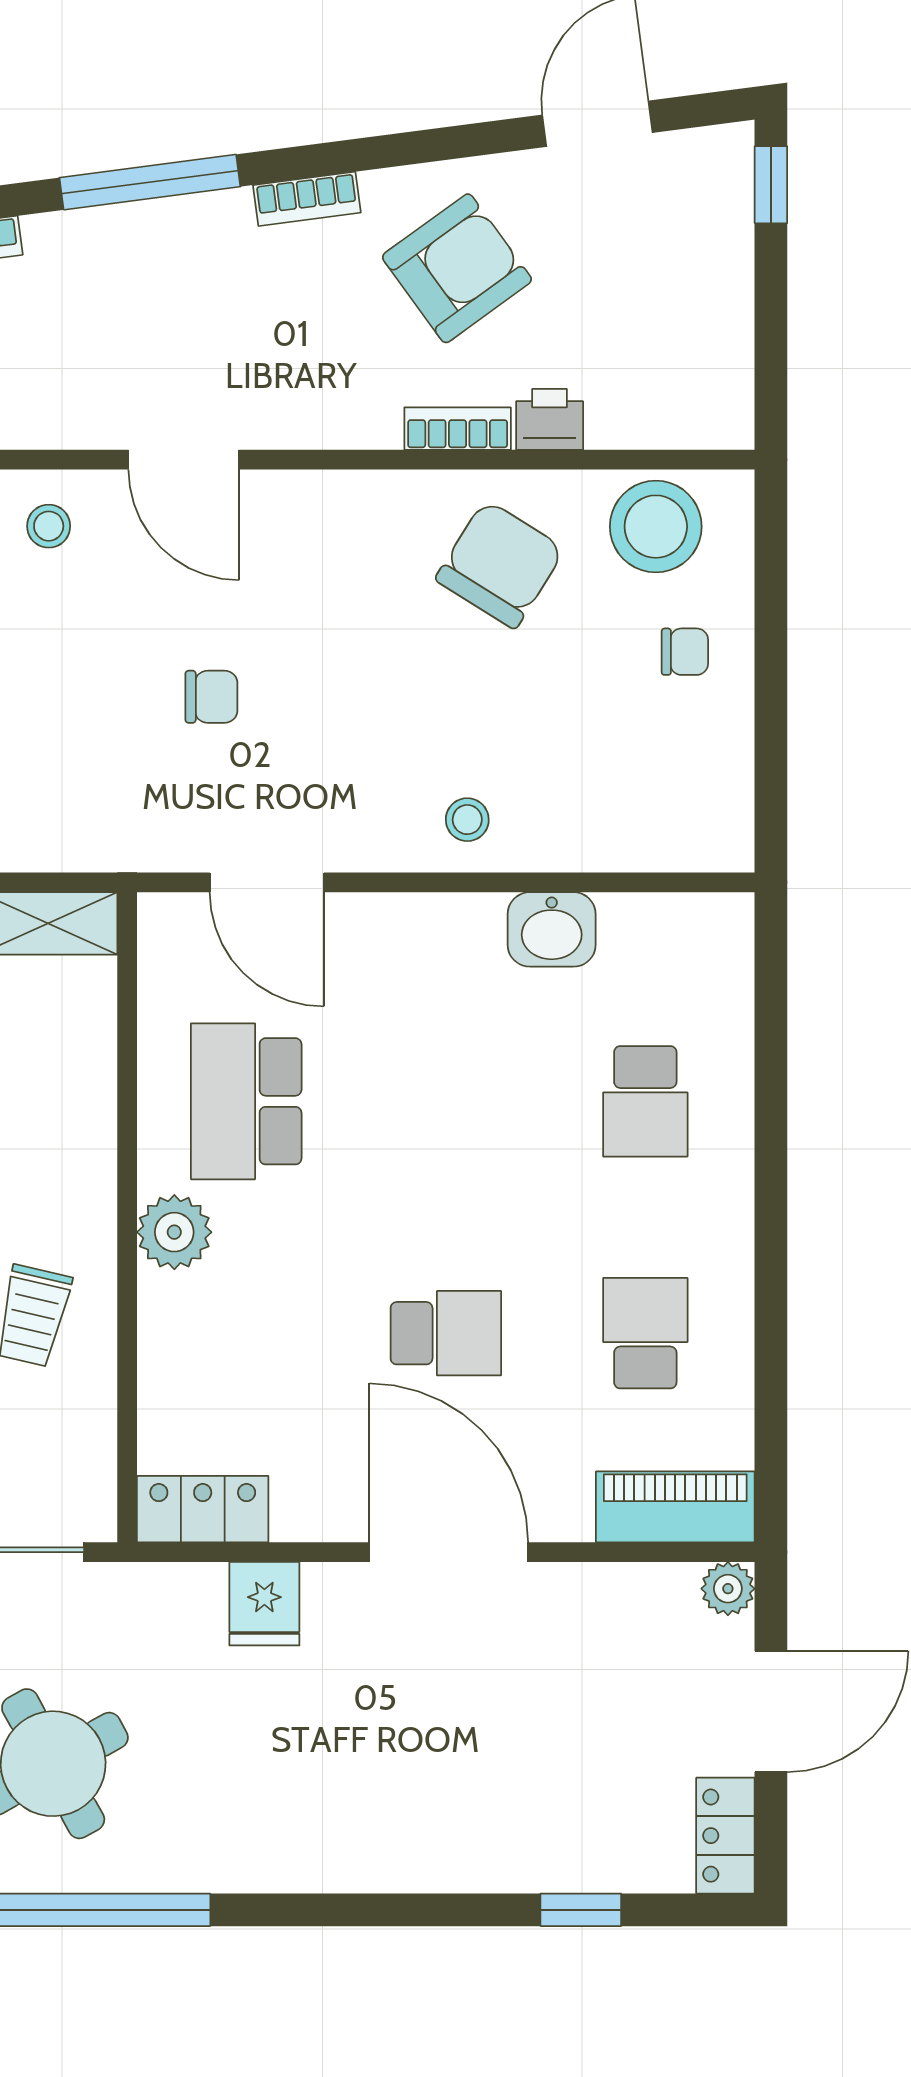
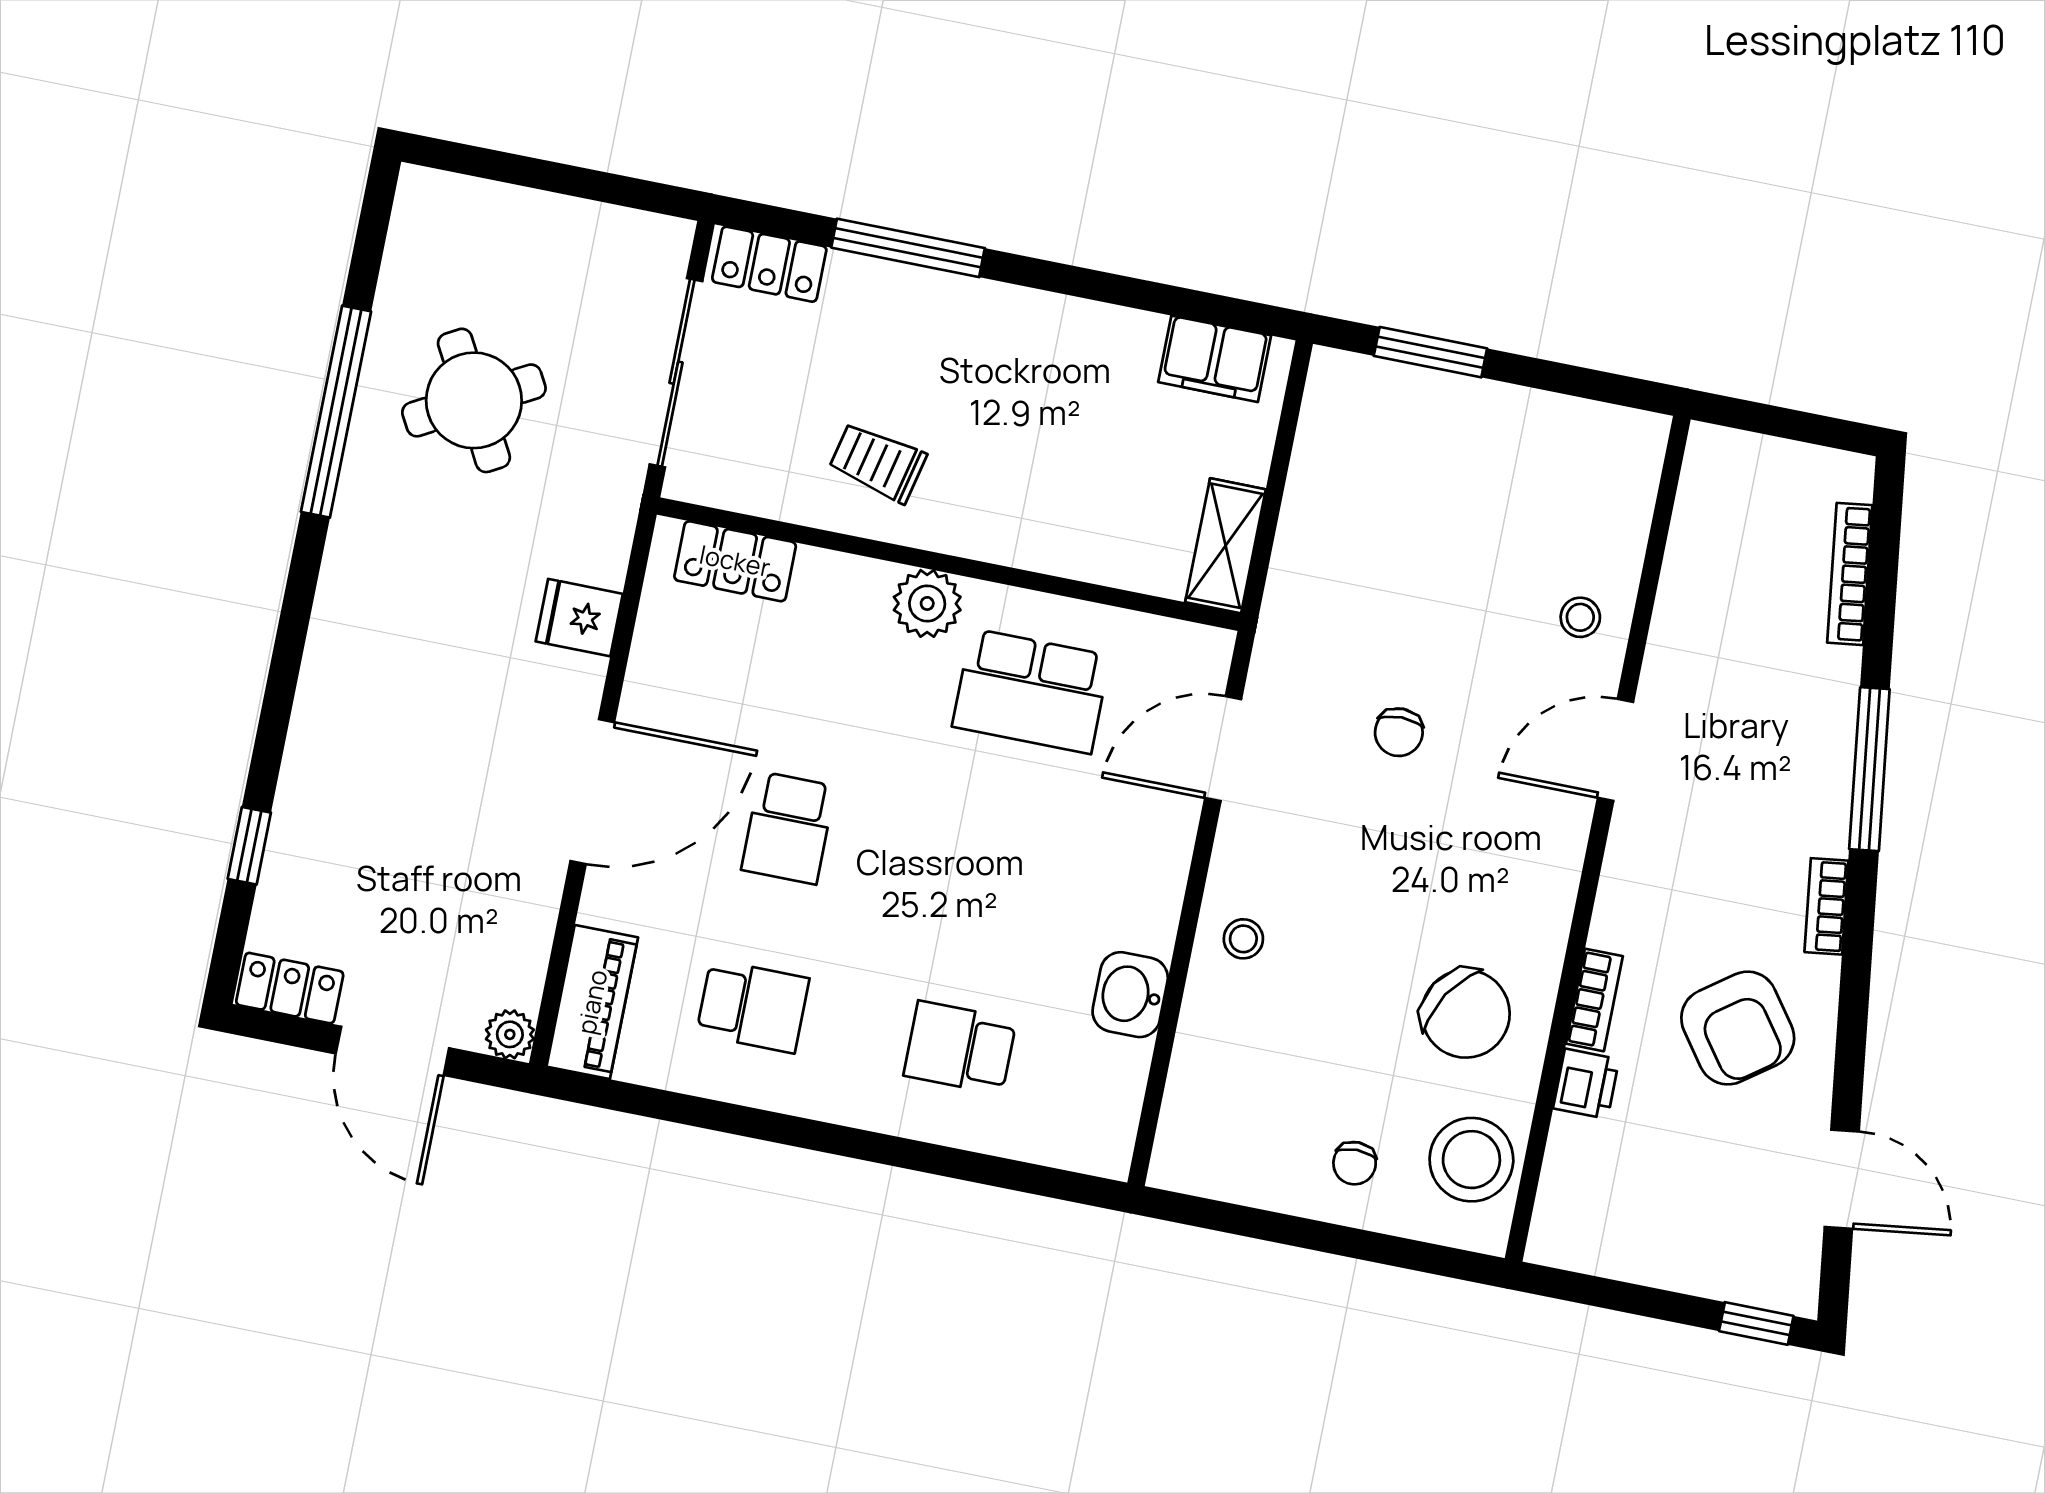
school desk: (246, 1101) -> (1031, 691), turned 180
locker: (203, 1509) -> (735, 561), moved, turned 90

